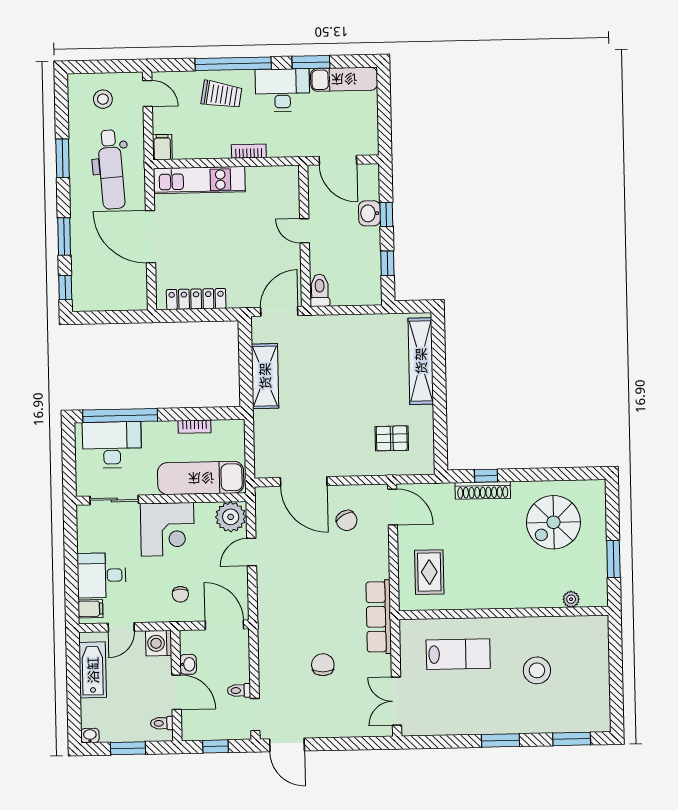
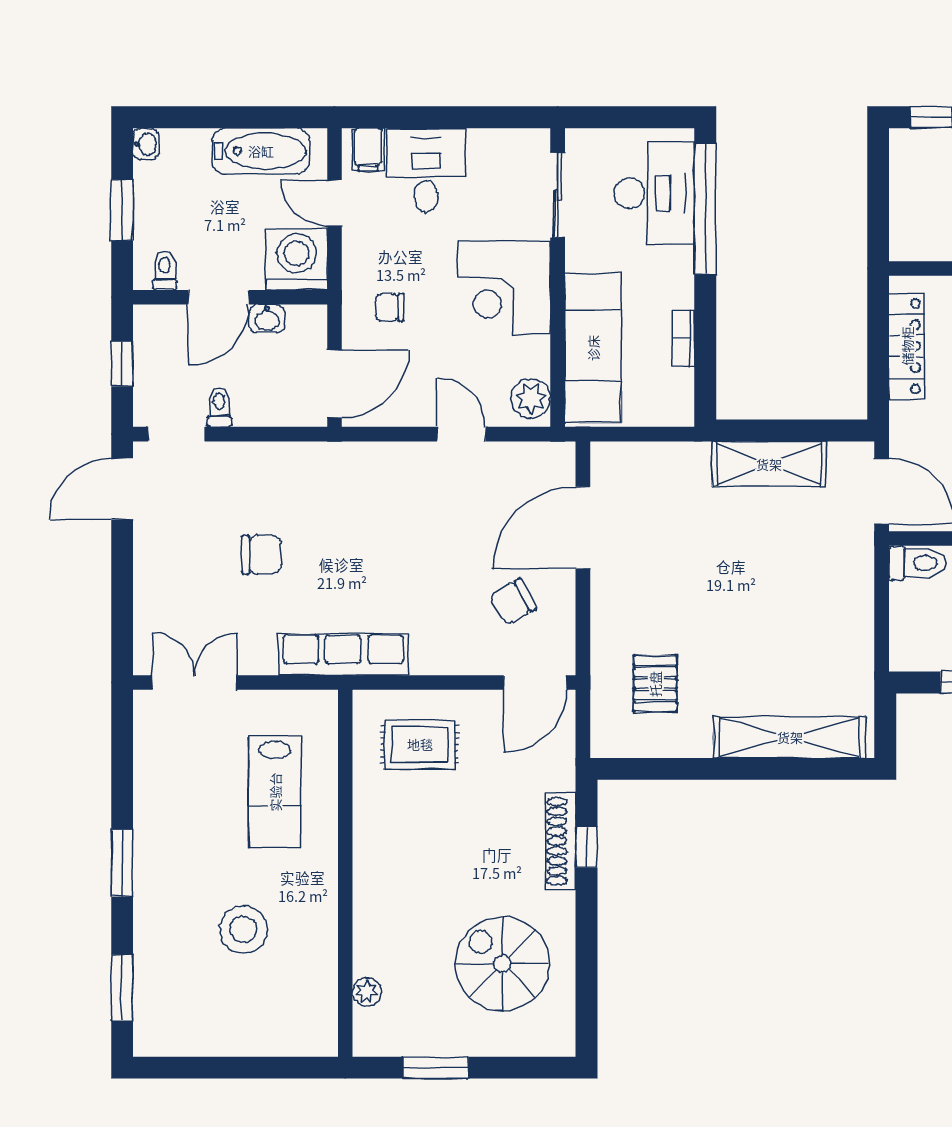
plant: (231, 517) -> (531, 399), width x0.73, depth x0.73
washing machine: (159, 643) -> (297, 259), width x1.37, depth x1.37

